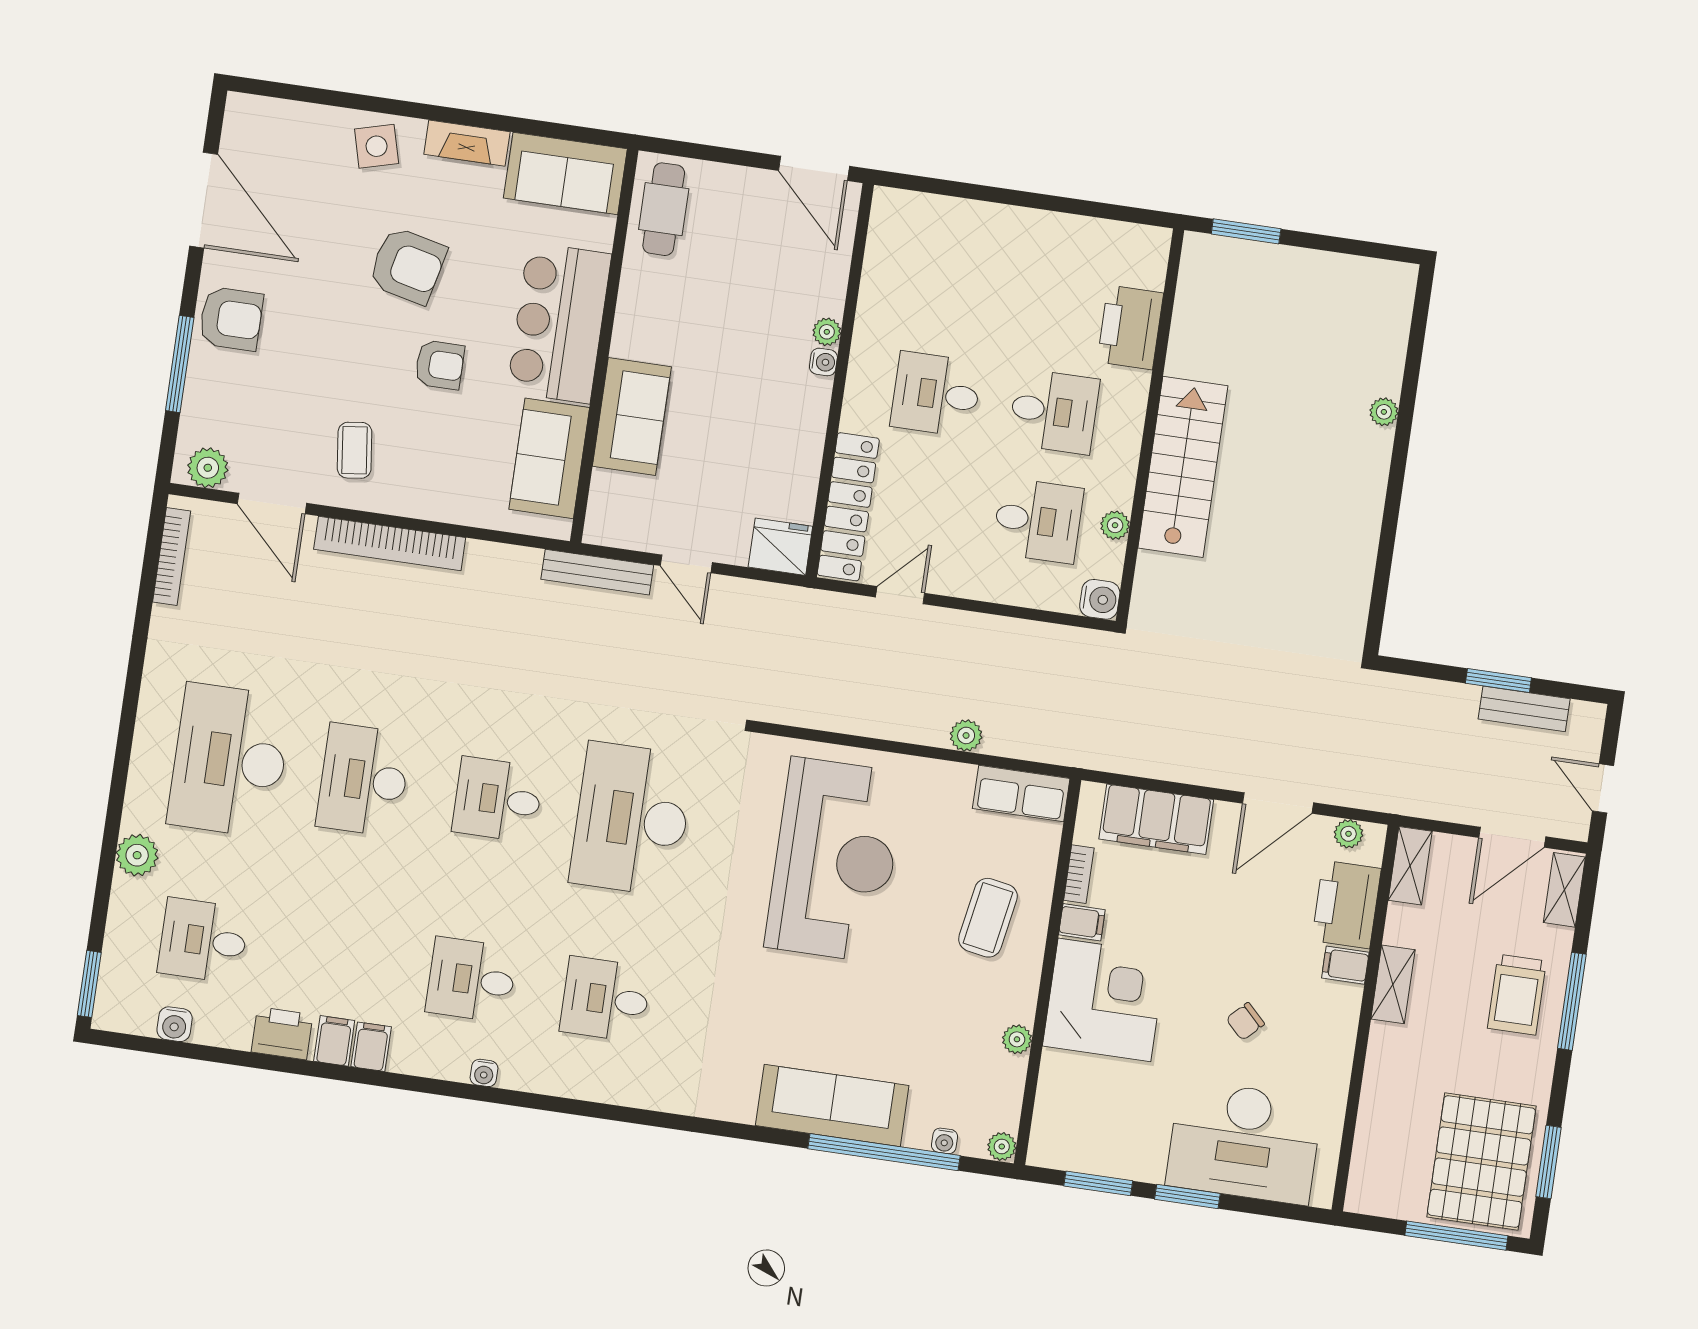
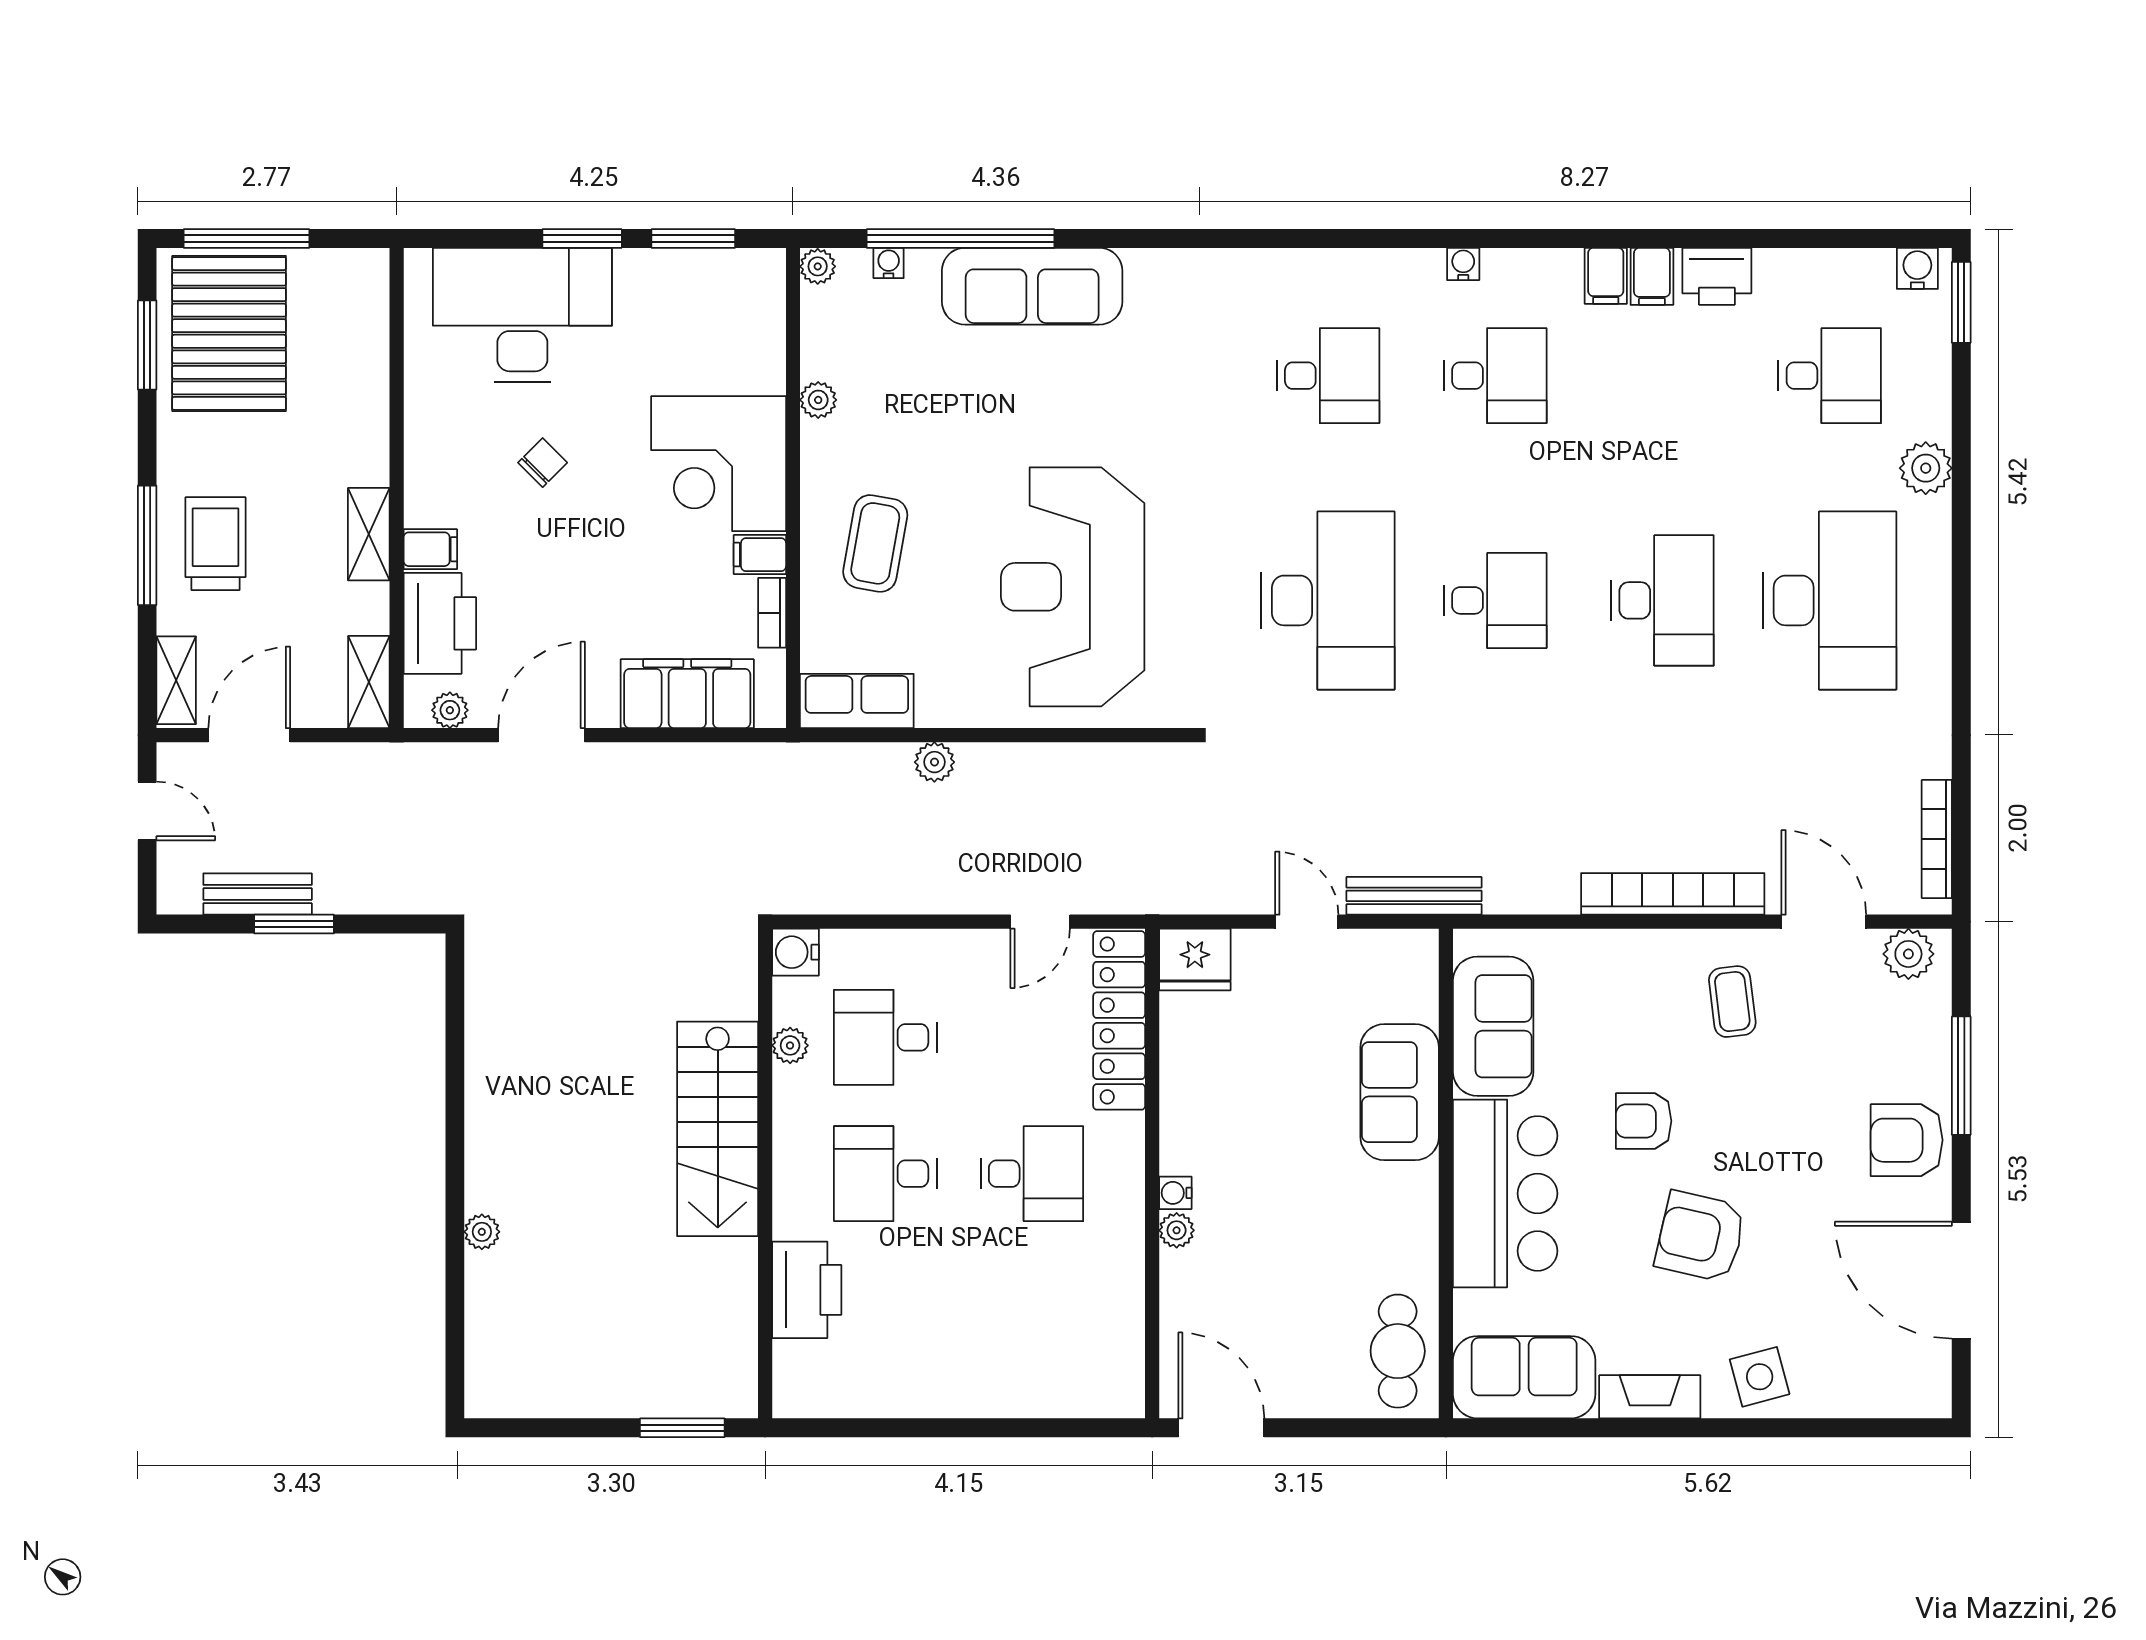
water cooler: (175, 1024) -> (1917, 268), moved

